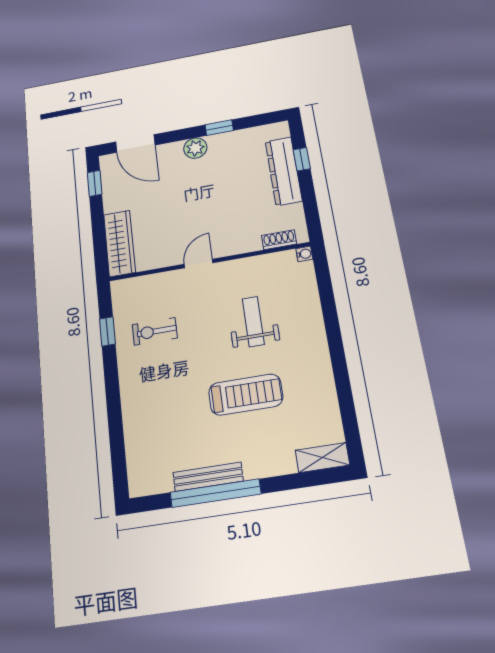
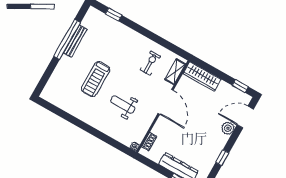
plant: (195, 148) -> (228, 128), moved
door: (198, 264) -> (166, 102), width x1.87
weight bench: (253, 321) -> (123, 105), turned 180
window: (107, 331) -> (114, 14), moved
shelving: (322, 457) -> (175, 72), moved

